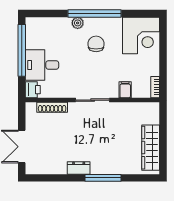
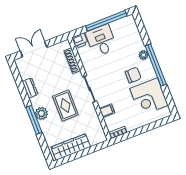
corner desk: (141, 35) -> (149, 97), moved
rug: (101, 135) -> (65, 106), added
plant: (99, 166) -> (41, 113), added
dresser: (79, 168) -> (30, 88), moved

